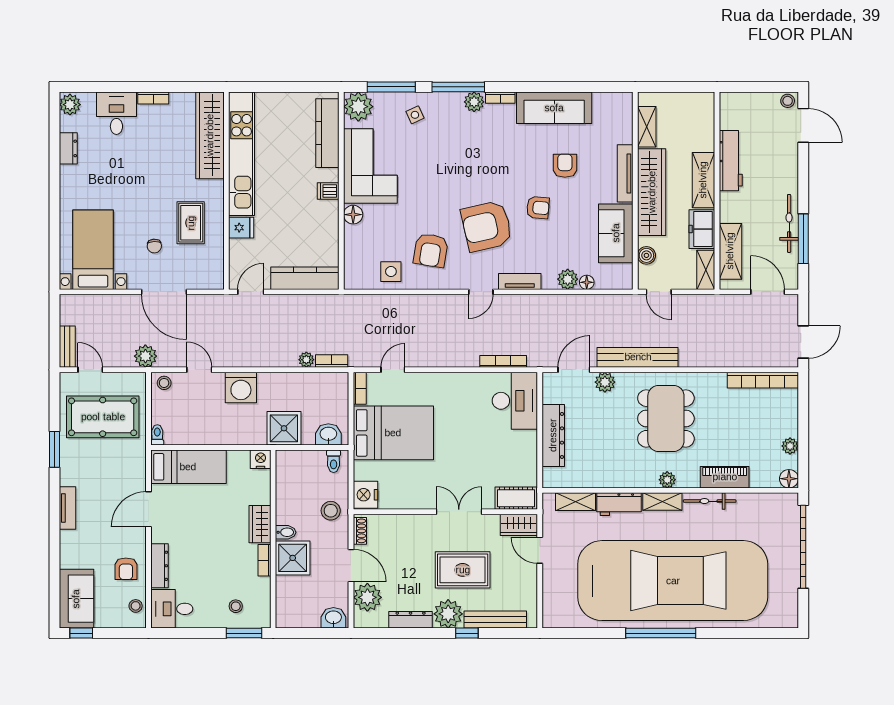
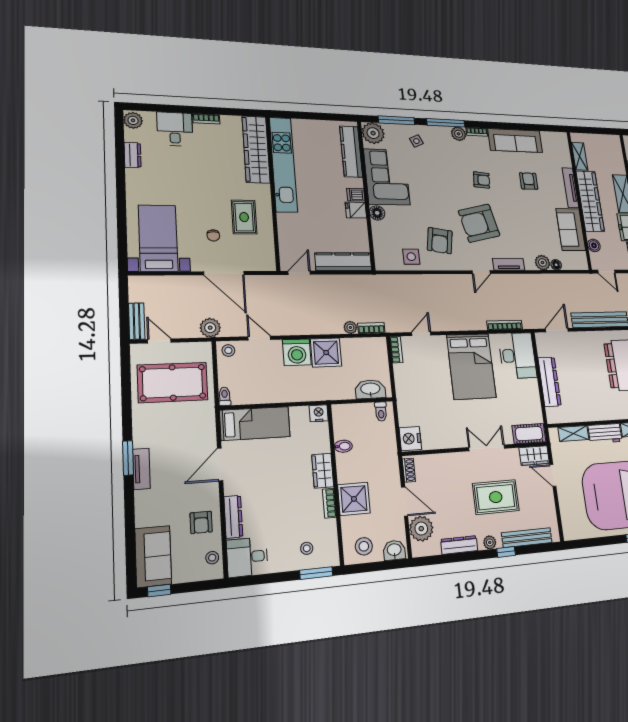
armchair: (538, 208) -> (482, 180), moved
fridge: (241, 228) -> (356, 210), moved, turned 180
plant: (605, 382) -> (580, 339), removed
shower: (284, 428) -> (326, 353), moved
bed: (393, 433) -> (471, 366), moved, turned 90
washbasin: (328, 434) -> (370, 389), width x1.38
window: (55, 449) -> (128, 458), moved
stool: (331, 511) -> (364, 546), moved
bidet: (286, 532) -> (343, 446), moved
plant: (448, 614) -> (490, 542), width x0.53, depth x0.53

